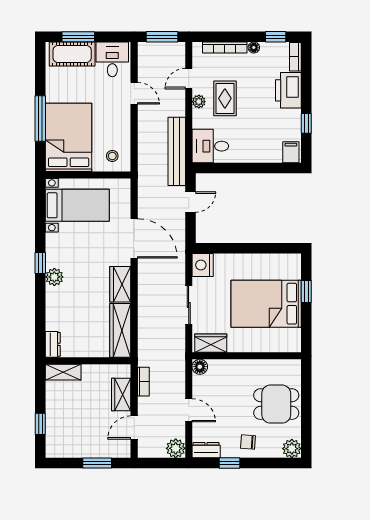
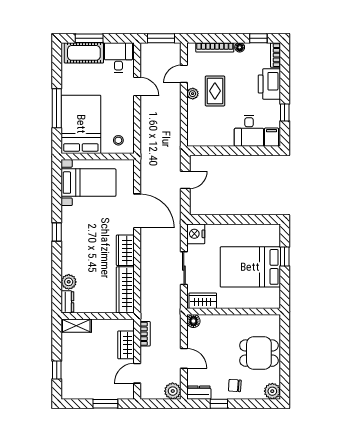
desk: (210, 146) -> (249, 131), moved, turned -90
bench: (177, 151) -> (174, 136), removed
plant: (54, 277) -> (69, 282), moved

